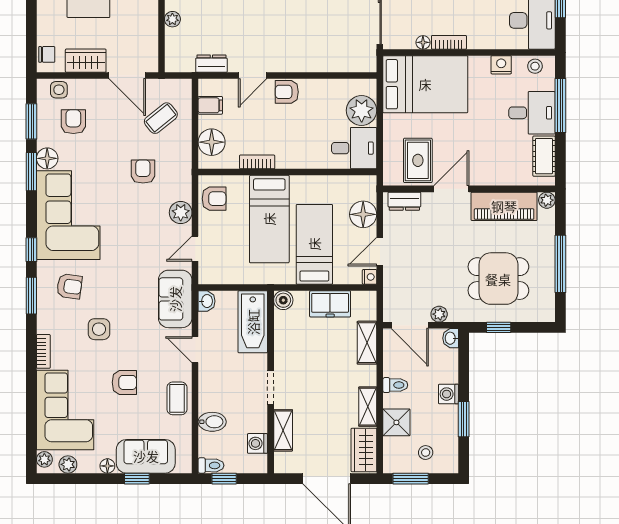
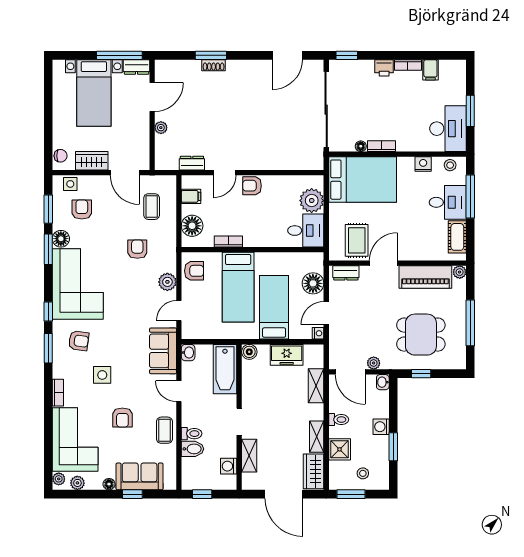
coffee table: (161, 118) -> (152, 207), turned -51
armchair: (124, 382) -> (122, 418), turned 90
toilet: (211, 465) -> (192, 434), moved

